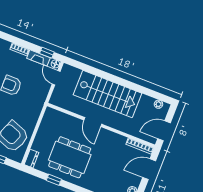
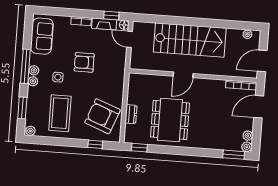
door: (93, 122) -> (183, 75), hinge flipped
dining table: (70, 157) -> (170, 120), turned 90
dresser: (31, 159) -> (131, 114), moved
window: (54, 180) -> (139, 148), moved

